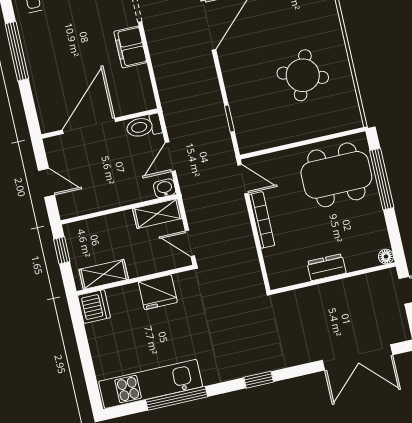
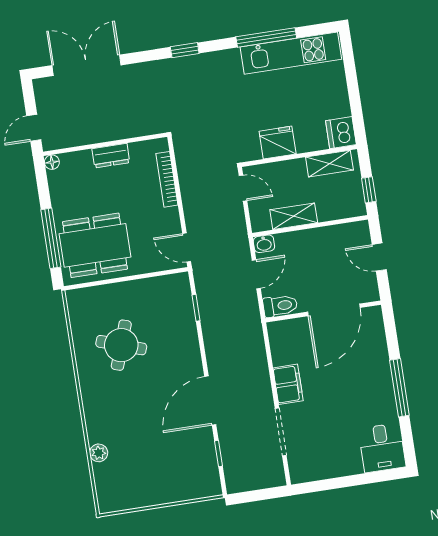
shelving: (157, 214) -> (294, 216), moved
bookcase: (262, 220) -> (167, 179), moved

